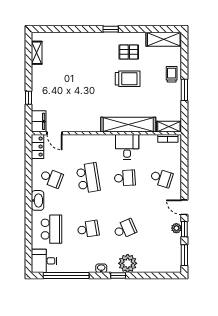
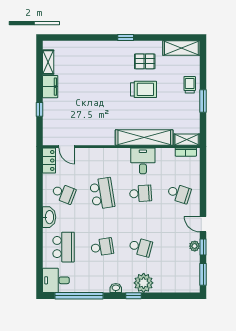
filing cabinet: (39, 121) -> (50, 87), moved
school desk: (125, 229) -> (141, 247), turned 39

